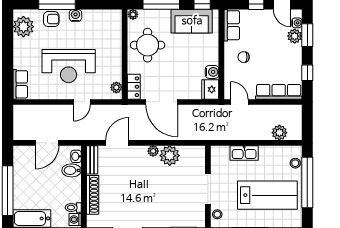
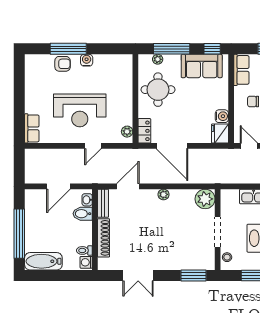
plant: (133, 14) -> (158, 59), moved
plant: (23, 27) -> (35, 71), removed
plant: (170, 156) -> (205, 199), moved

